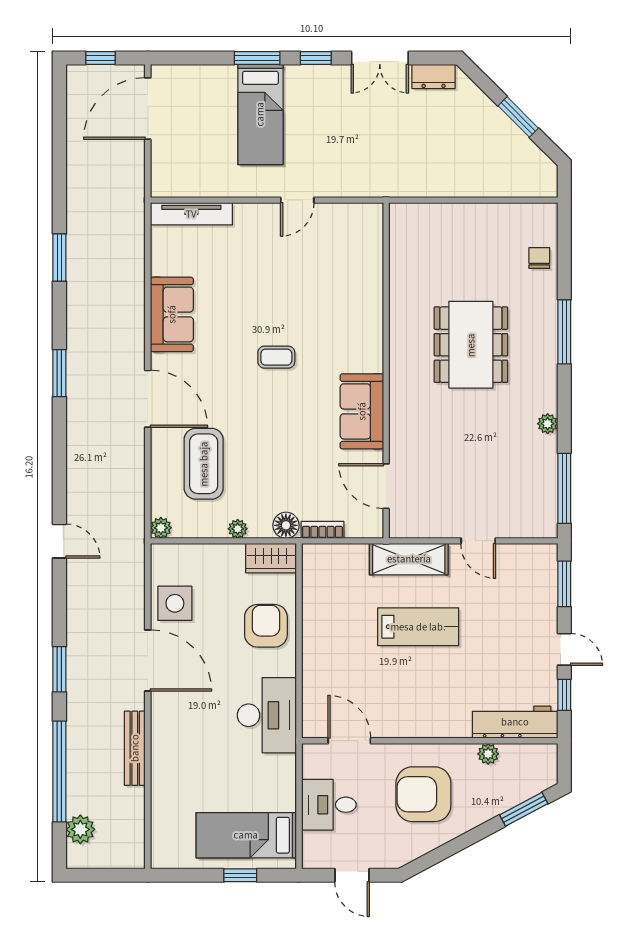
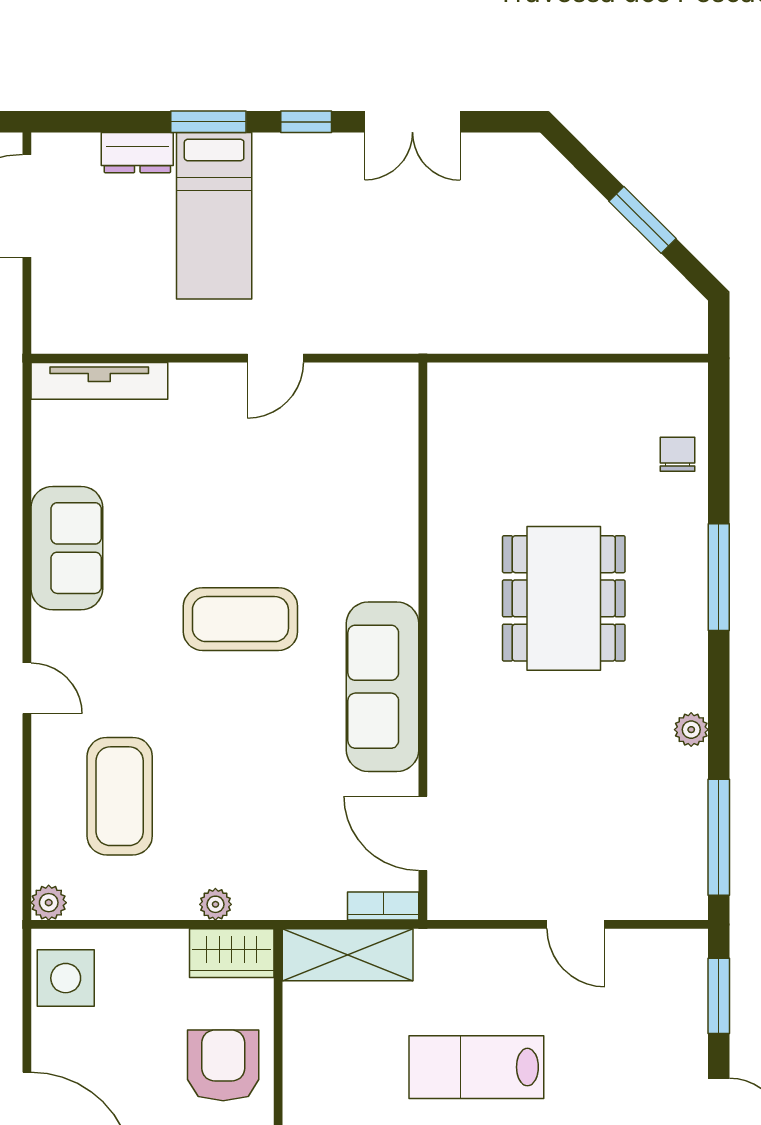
dresser: (434, 76) -> (137, 153), moved
coffee table: (276, 357) -> (240, 619), width x1.86, depth x1.72
door: (148, 399) -> (27, 688), width x0.53
sofa: (362, 411) -> (383, 687), width x1.36
floor lamp: (286, 525) -> (257, 898), removed
plant: (238, 529) -> (215, 904), moved
bookcase: (322, 530) -> (383, 906), moved
shelving: (409, 559) -> (348, 955), moved
side table: (175, 603) -> (66, 978), moved
lab bench: (418, 627) -> (476, 1067), turned 180

